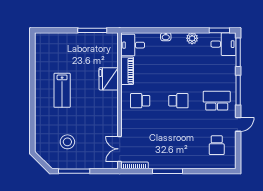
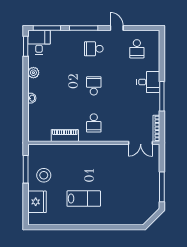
desk: (133, 45) -> (148, 82), moved, turned -90
fridge: (109, 79) -> (37, 202), moved, turned -90
school desk: (217, 101) -> (94, 49), width x0.54
stool: (67, 142) -> (44, 175), moved
school desk: (217, 145) -> (137, 49), turned 90

